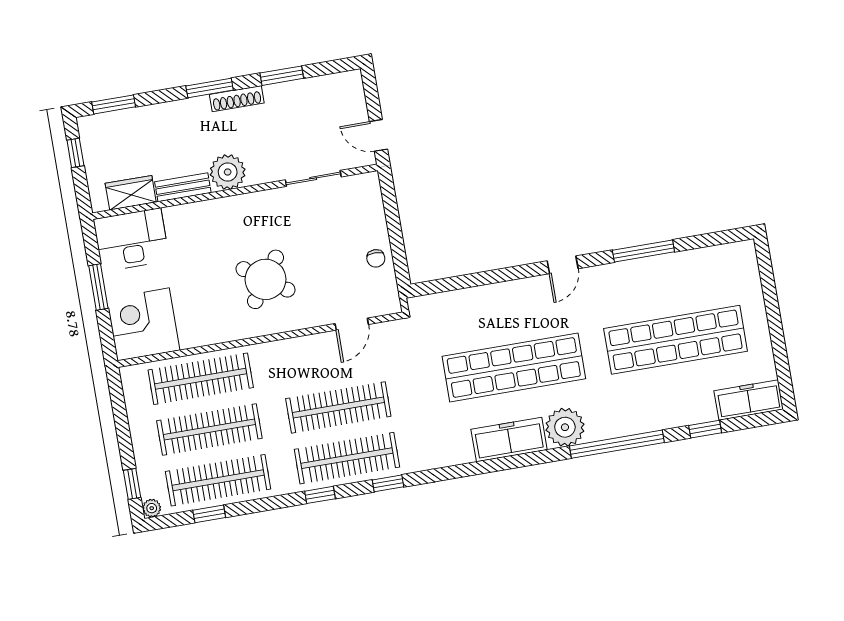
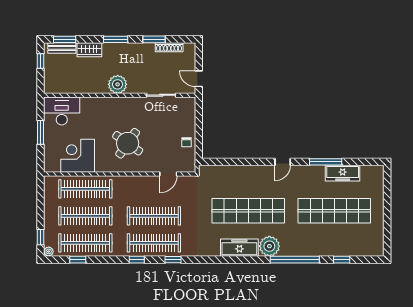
shoe rack: (237, 99) -> (169, 47), moved
bench: (183, 187) -> (62, 48), moved
wardrobe: (131, 193) -> (89, 50), moved, turned 180
corner desk: (143, 324) -> (78, 156), moved
freezer: (749, 400) -> (343, 173), moved, turned 180

